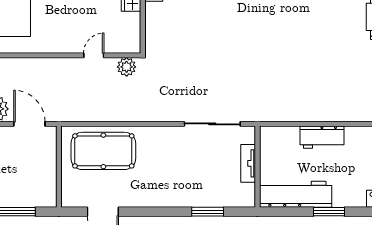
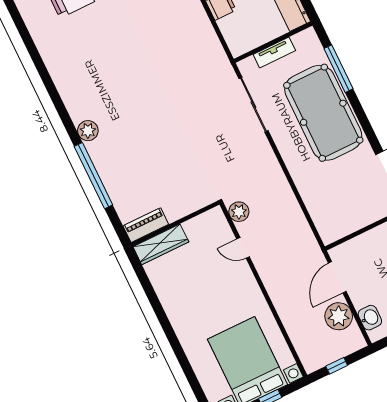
pool table: (103, 151) -> (323, 113), moved, width x1.36, depth x1.32
window: (208, 212) -> (339, 69), width x1.44

